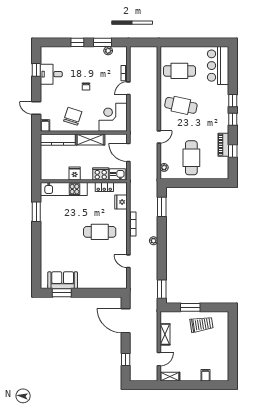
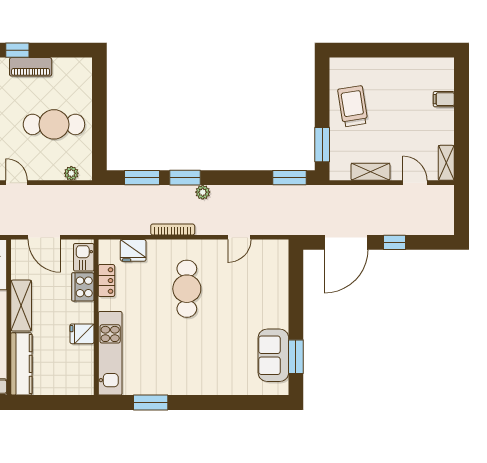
window: (233, 151) -> (17, 50), moved
door: (128, 152) -> (44, 237), hinge flipped
window: (162, 231) -> (185, 178), added
window: (190, 307) -> (322, 145), moved
window: (126, 360) -> (395, 242), moved

